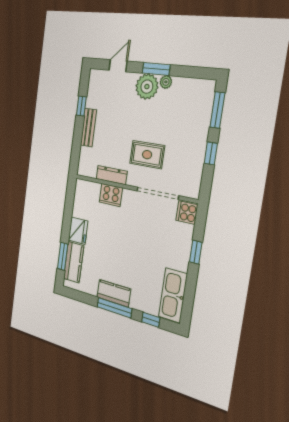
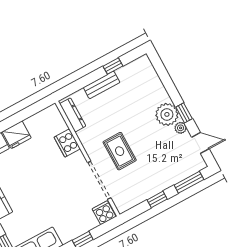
door: (118, 66) -> (200, 143), moved
window: (156, 69) -> (184, 113), width x0.67
dresser: (112, 175) -> (73, 115), moved

